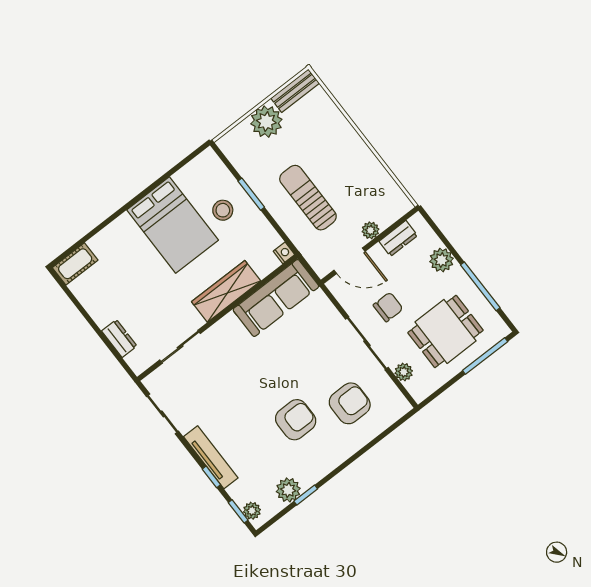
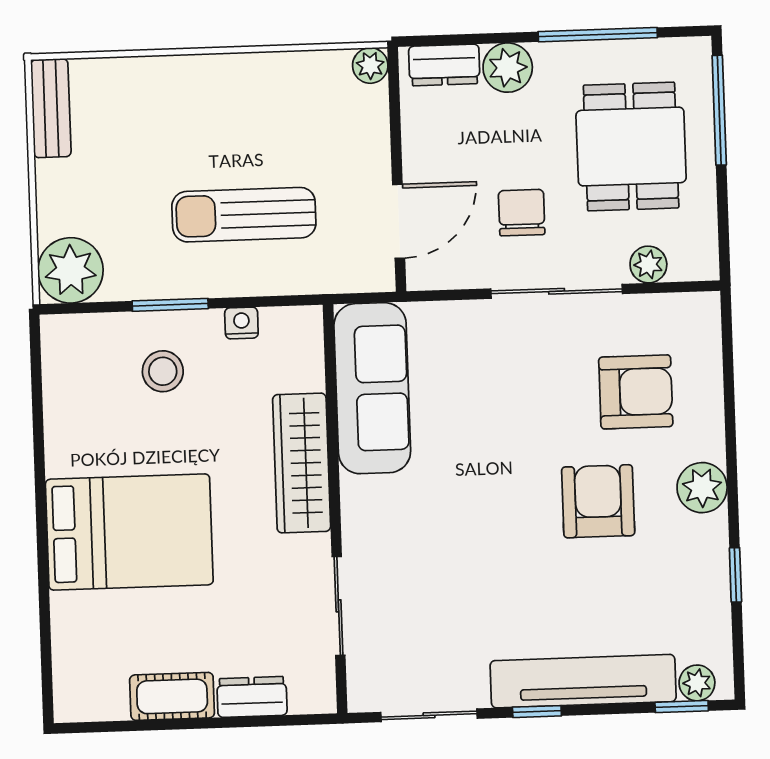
plant: (266, 122) -> (71, 270), moved
bed: (173, 225) -> (129, 532), moved
plant: (370, 230) -> (370, 66), moved
dresser: (398, 238) -> (444, 65), moved, turned 90
nightstand: (284, 253) -> (241, 323), moved
cot: (75, 264) -> (172, 696), moved, turned 90
armchair: (350, 403) -> (636, 392), turned 90
tv unit: (211, 457) -> (583, 681), width x1.36, depth x1.29
window: (211, 477) -> (537, 712), moved
plant: (288, 490) -> (702, 488), moved

